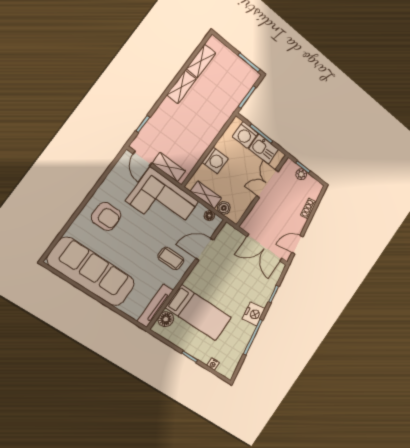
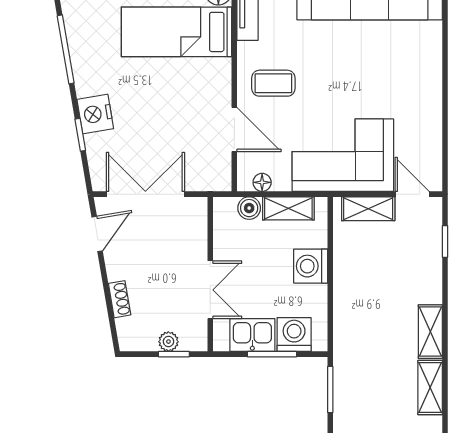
armchair: (106, 216) -> (404, 80), removed
door: (205, 249) -> (234, 130), hinge flipped
nightstand: (254, 314) -> (95, 114), moved

